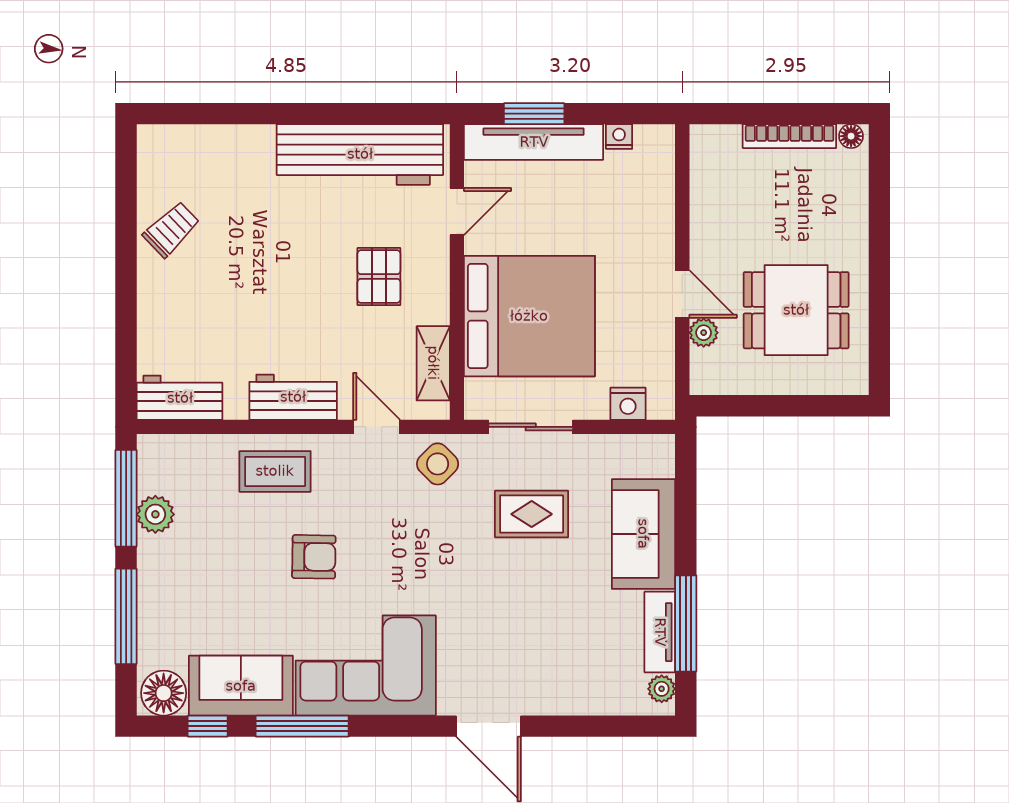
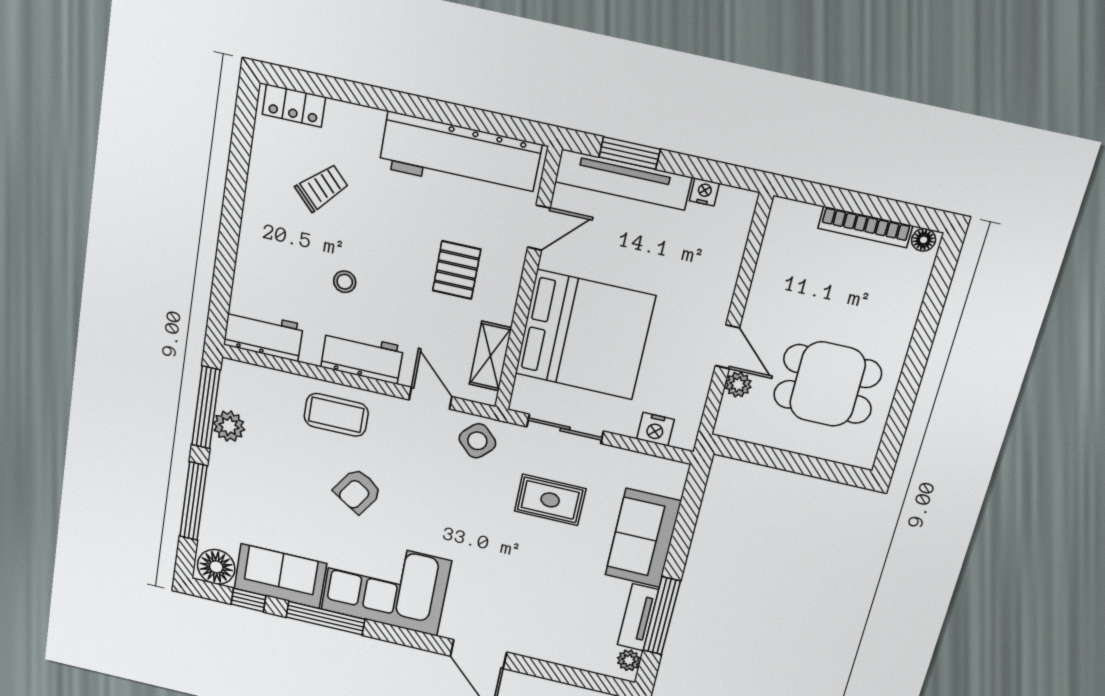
locker: (177, 140) -> (294, 106), added
trolley: (171, 229) -> (322, 188), moved
stool: (260, 317) -> (345, 282), added
armchair: (314, 557) -> (358, 491), turned 122

